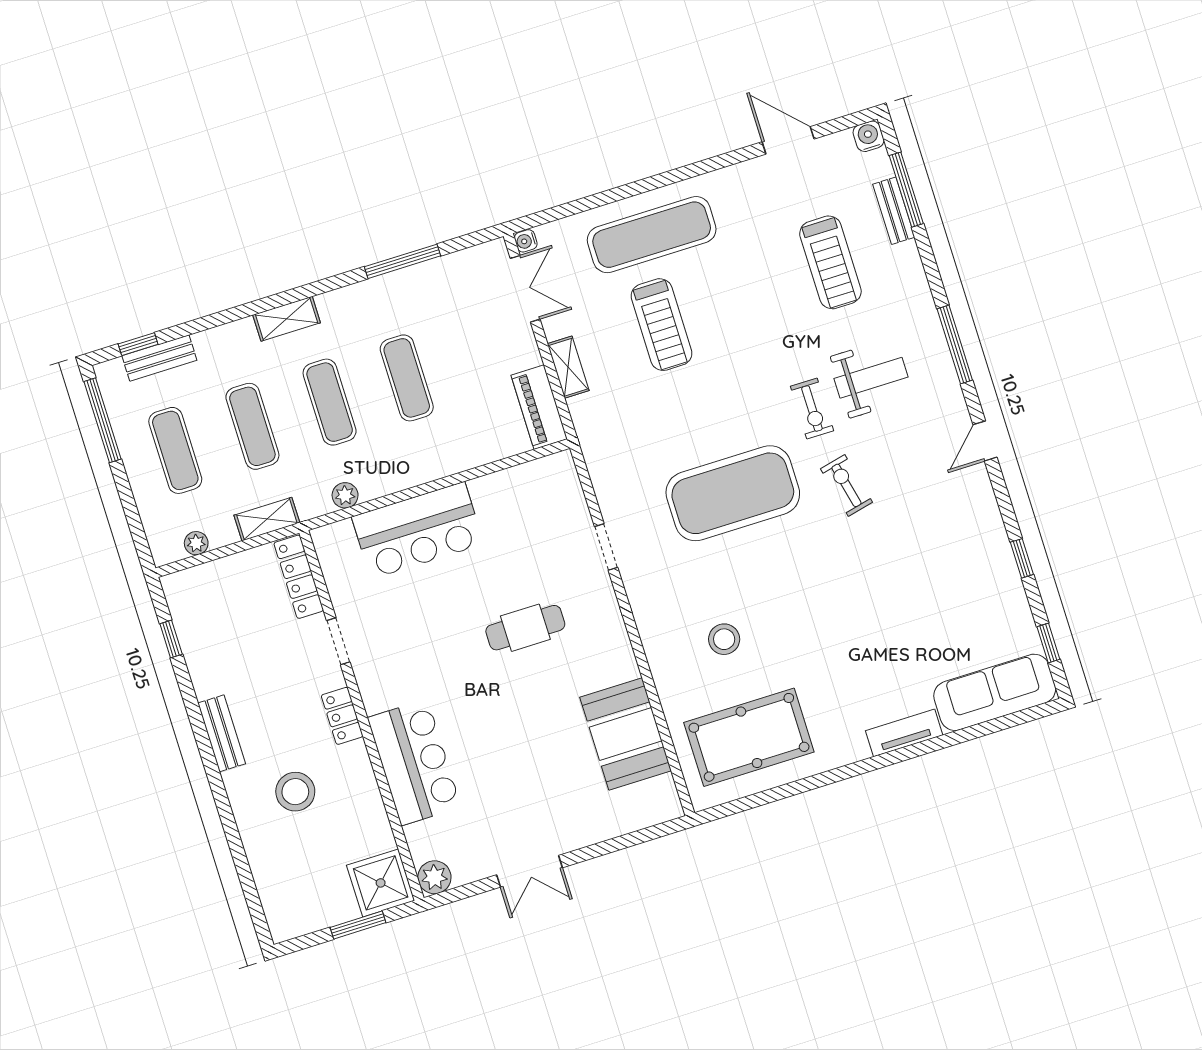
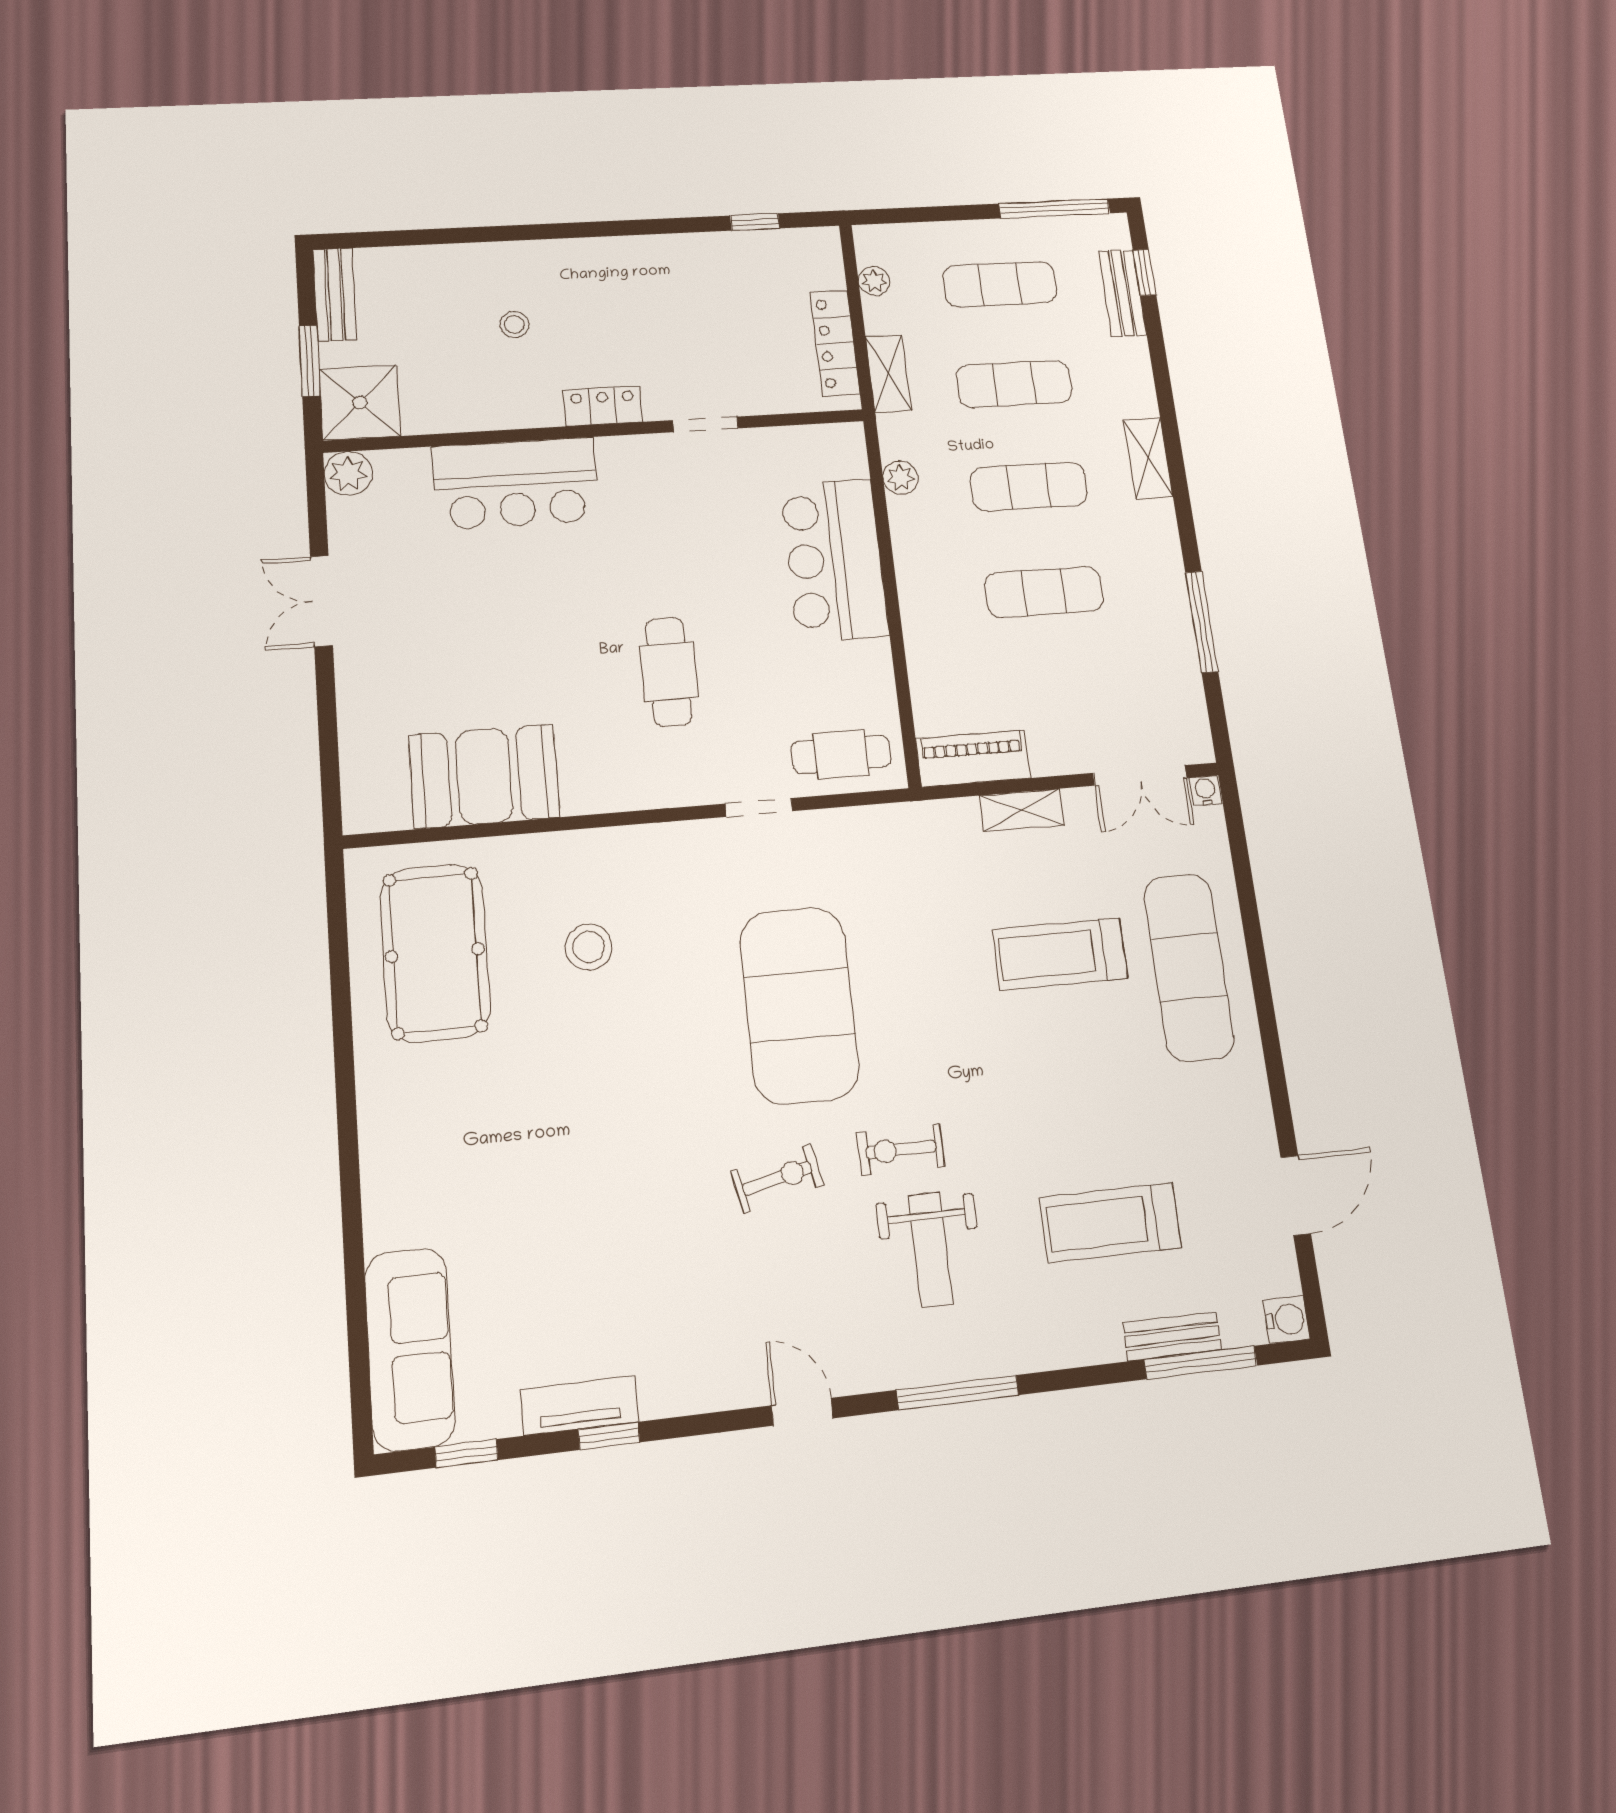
cafe table: (557, 499) -> (841, 754), added
locker: (299, 577) -> (835, 343), moved, turned -90
bench: (222, 733) -> (335, 295), moved, turned 90
tv unit: (904, 733) -> (580, 1406), moved, turned -90
stool: (295, 792) -> (514, 324), width x0.53, depth x0.53

